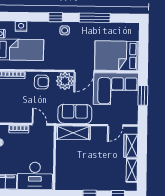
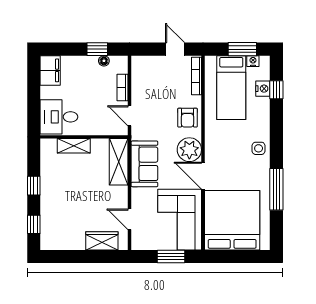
window: (56, 17) -> (276, 90), moved
bed: (117, 56) -> (232, 220), width x1.36
door: (39, 124) -> (130, 116), swing flipped
shelving: (132, 170) -> (74, 146), moved
desk: (35, 176) -> (59, 117), width x0.73

